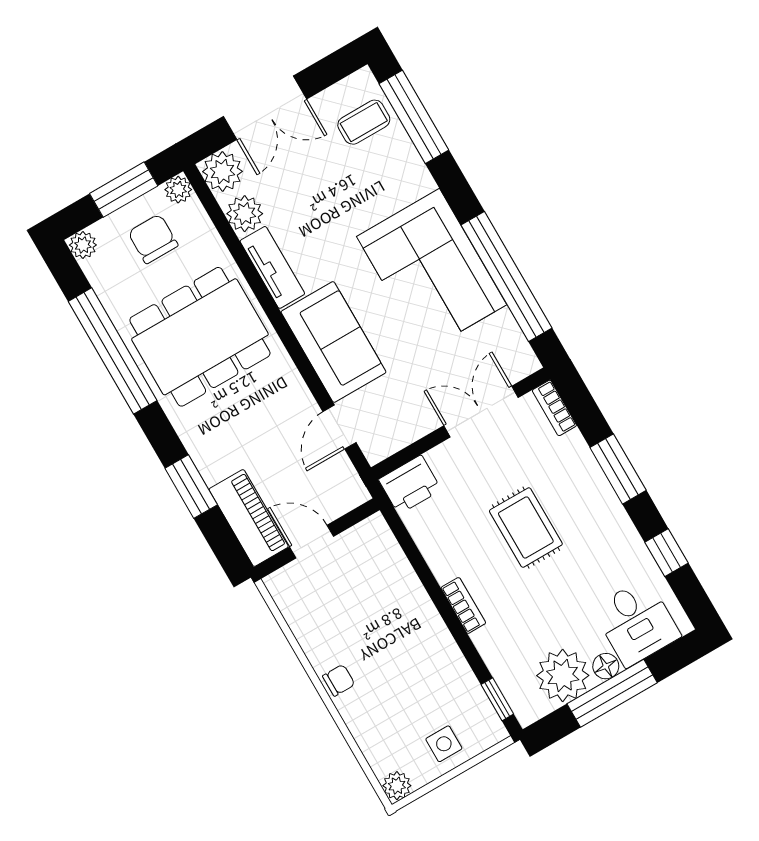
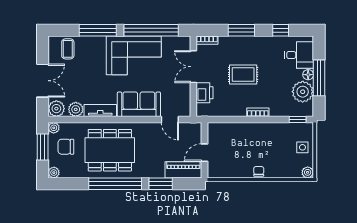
window: (414, 117) -> (98, 30), moved
dining table: (200, 337) -> (110, 150), turned 90
window: (113, 351) -> (115, 184), moved
printer: (410, 485) -> (205, 93), moved

